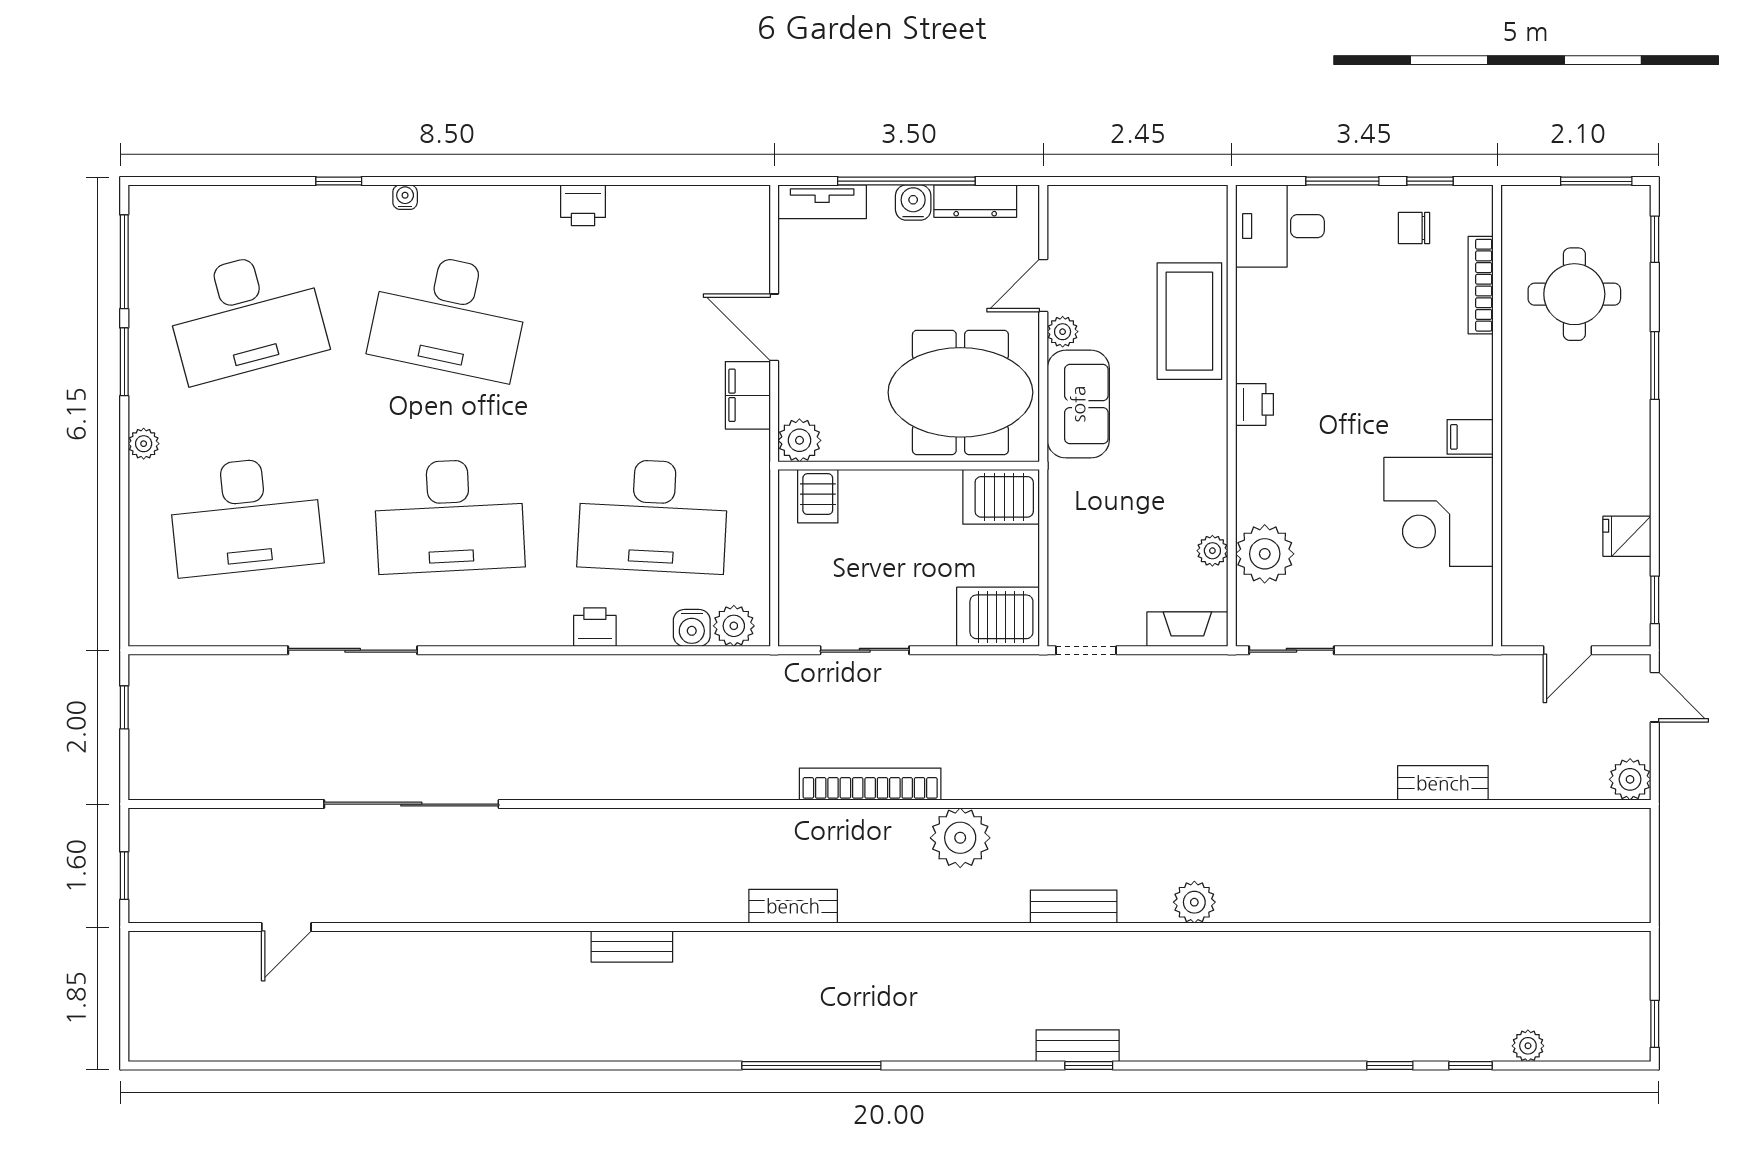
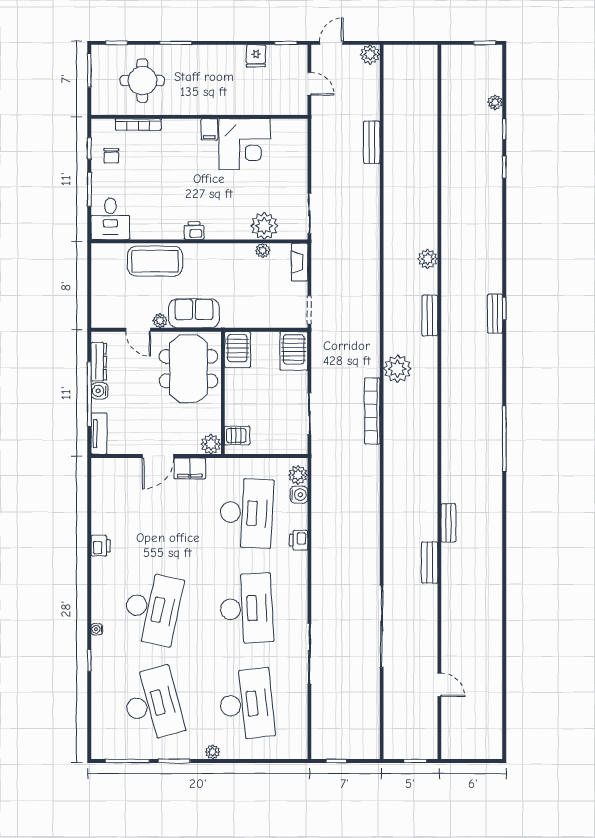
bench: (793, 906) -> (430, 563), moved

